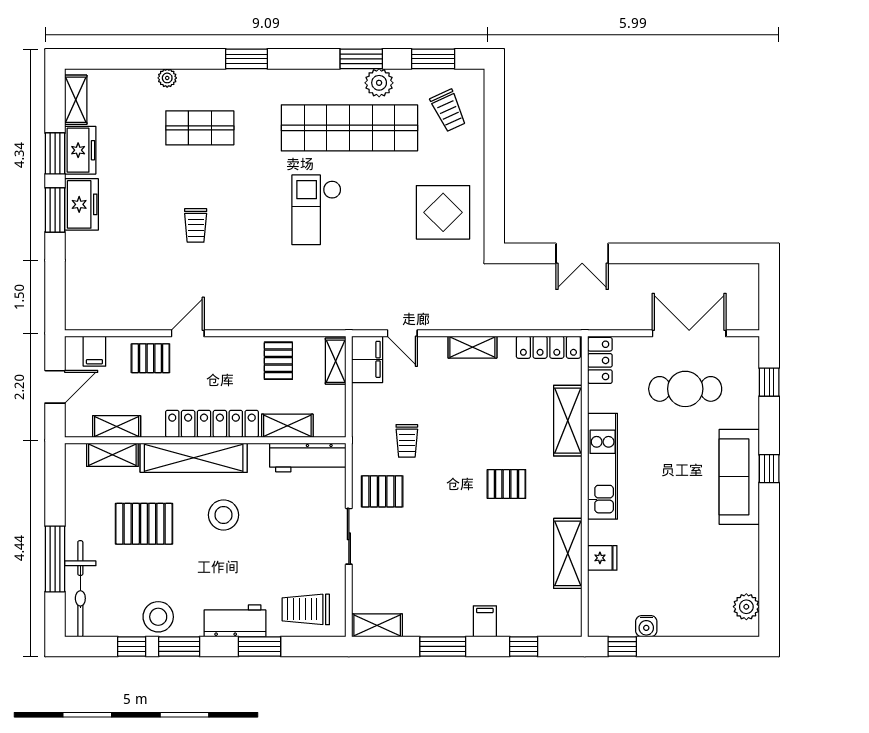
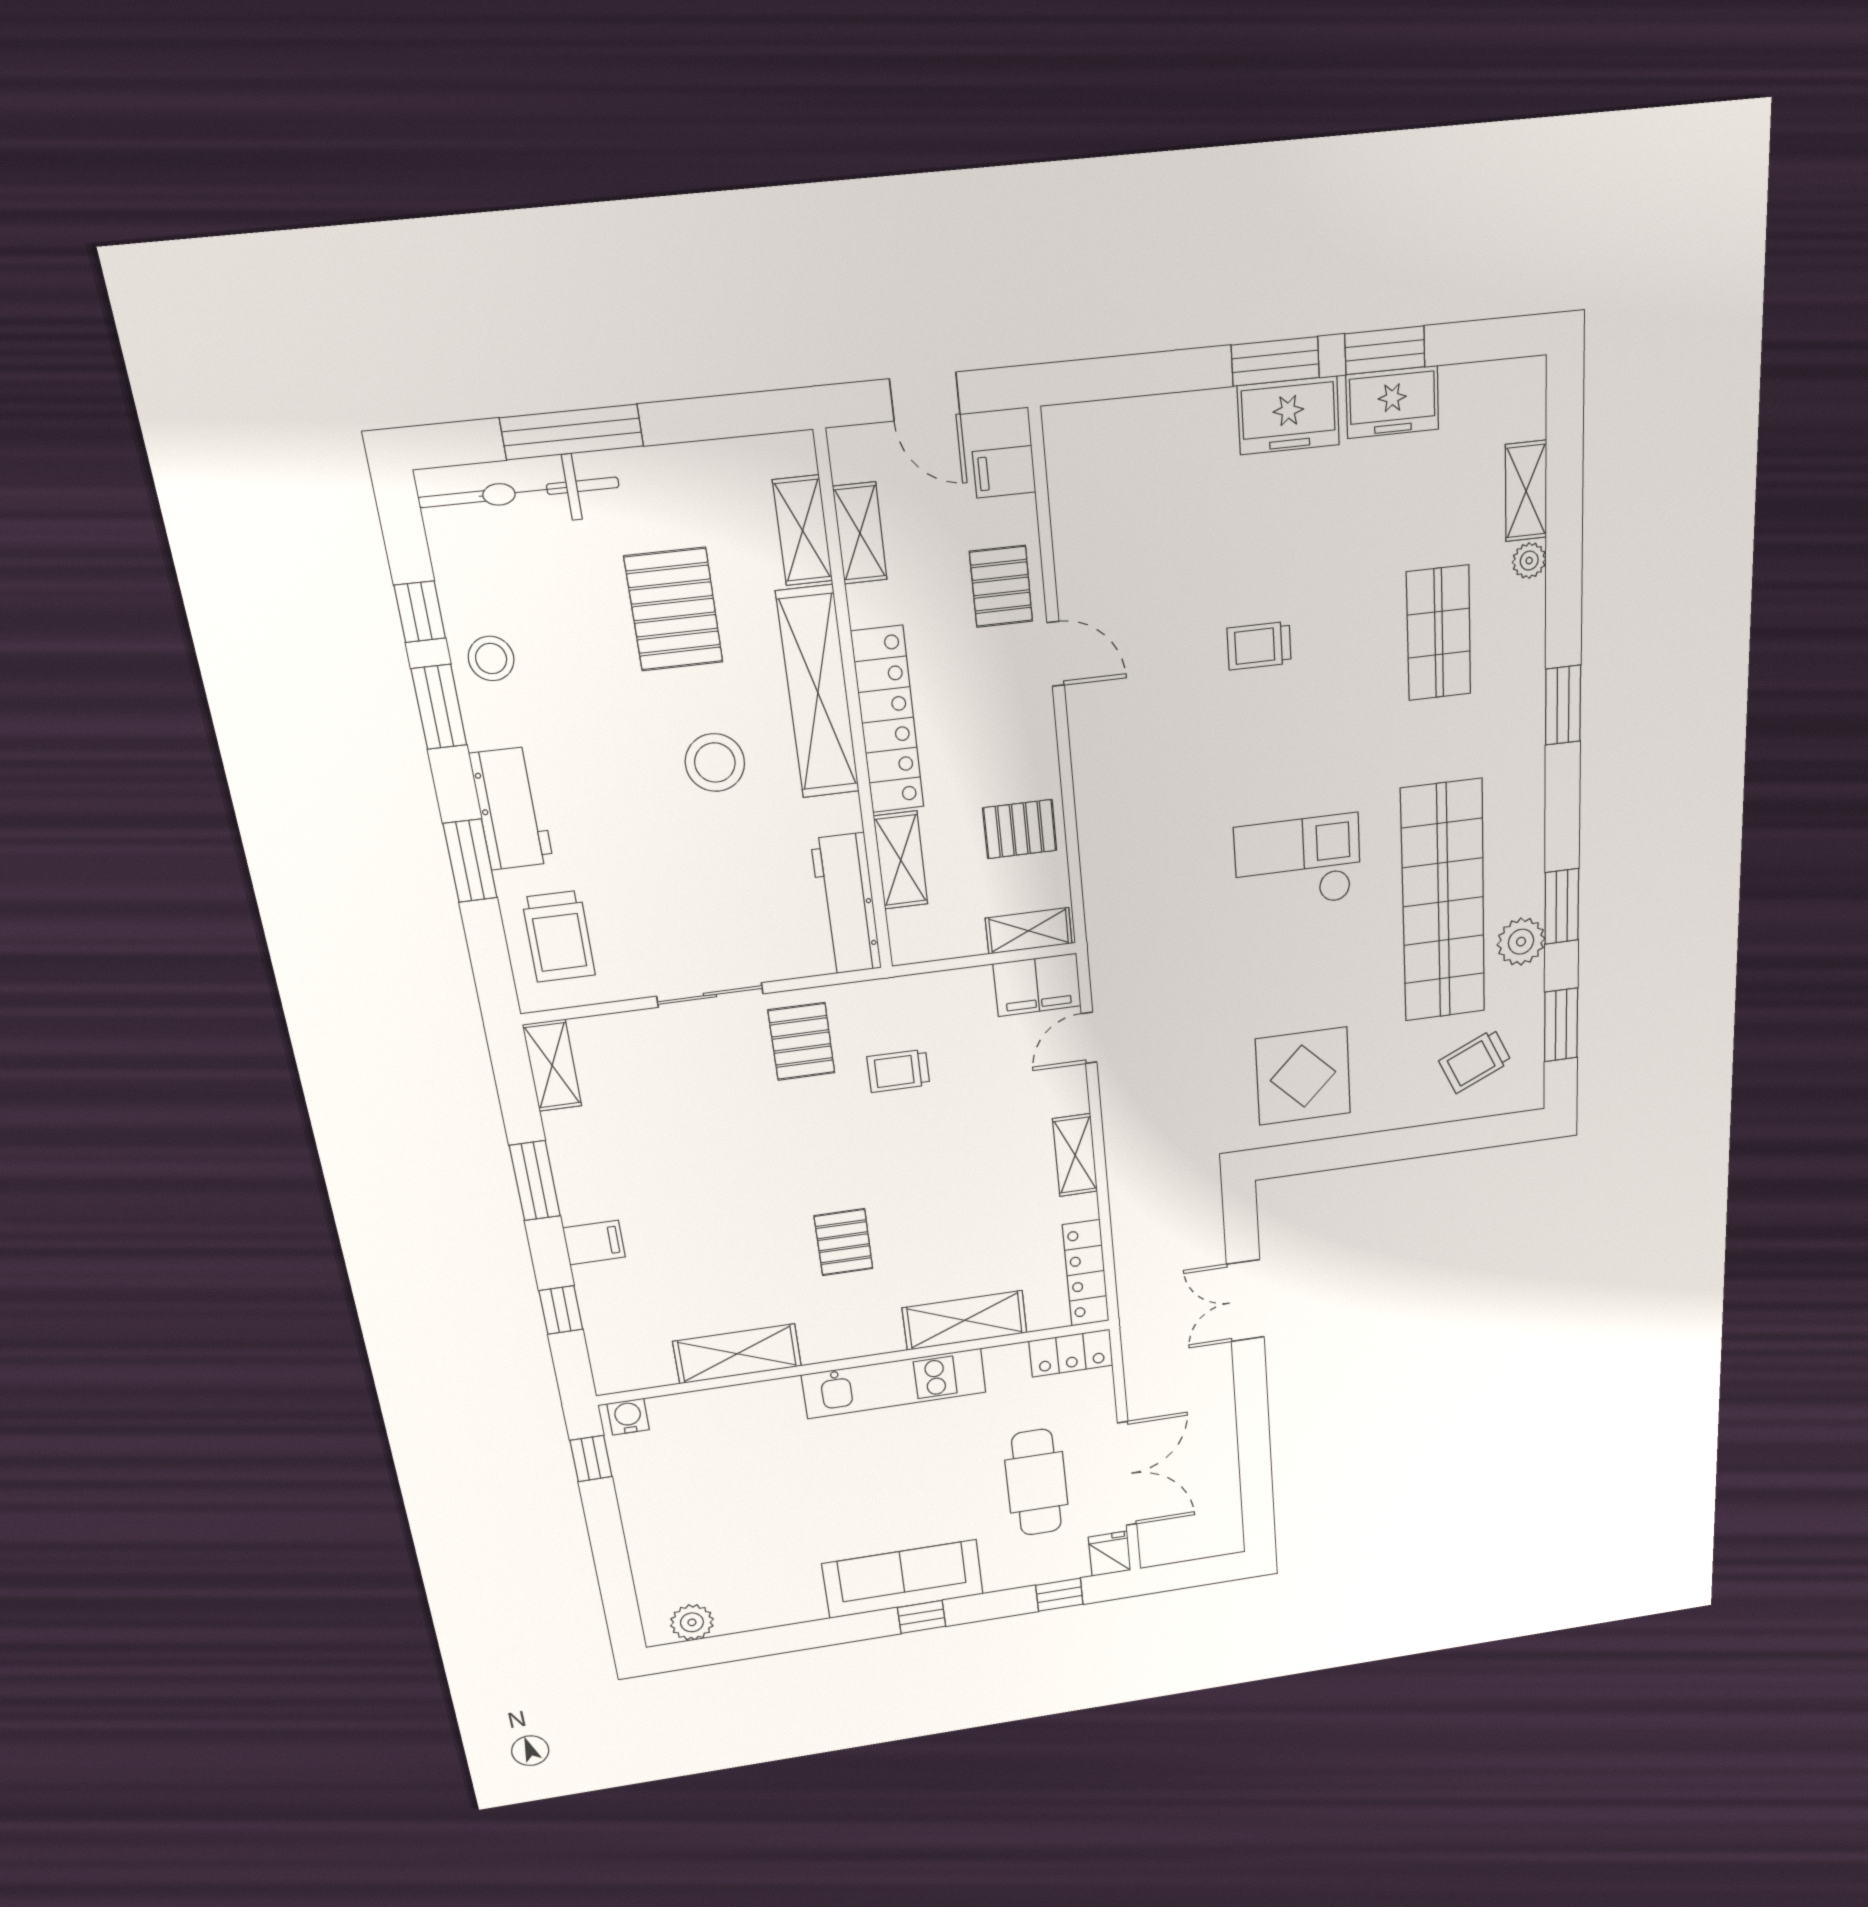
shelving: (76, 100) -> (1526, 491), moved, turned 90
fridge: (602, 558) -> (1110, 1554), moved, turned 180
trolley: (306, 609) -> (559, 936), turned 180
stool: (158, 617) -> (491, 659), width x0.73, depth x0.73
water cooler: (646, 626) -> (628, 1417), moved, turned 90

